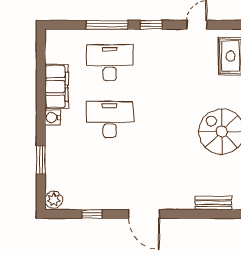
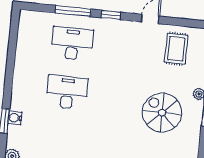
filing cabinet: (57, 86) -> (24, 59), removed
water cooler: (53, 118) -> (15, 118), moved

